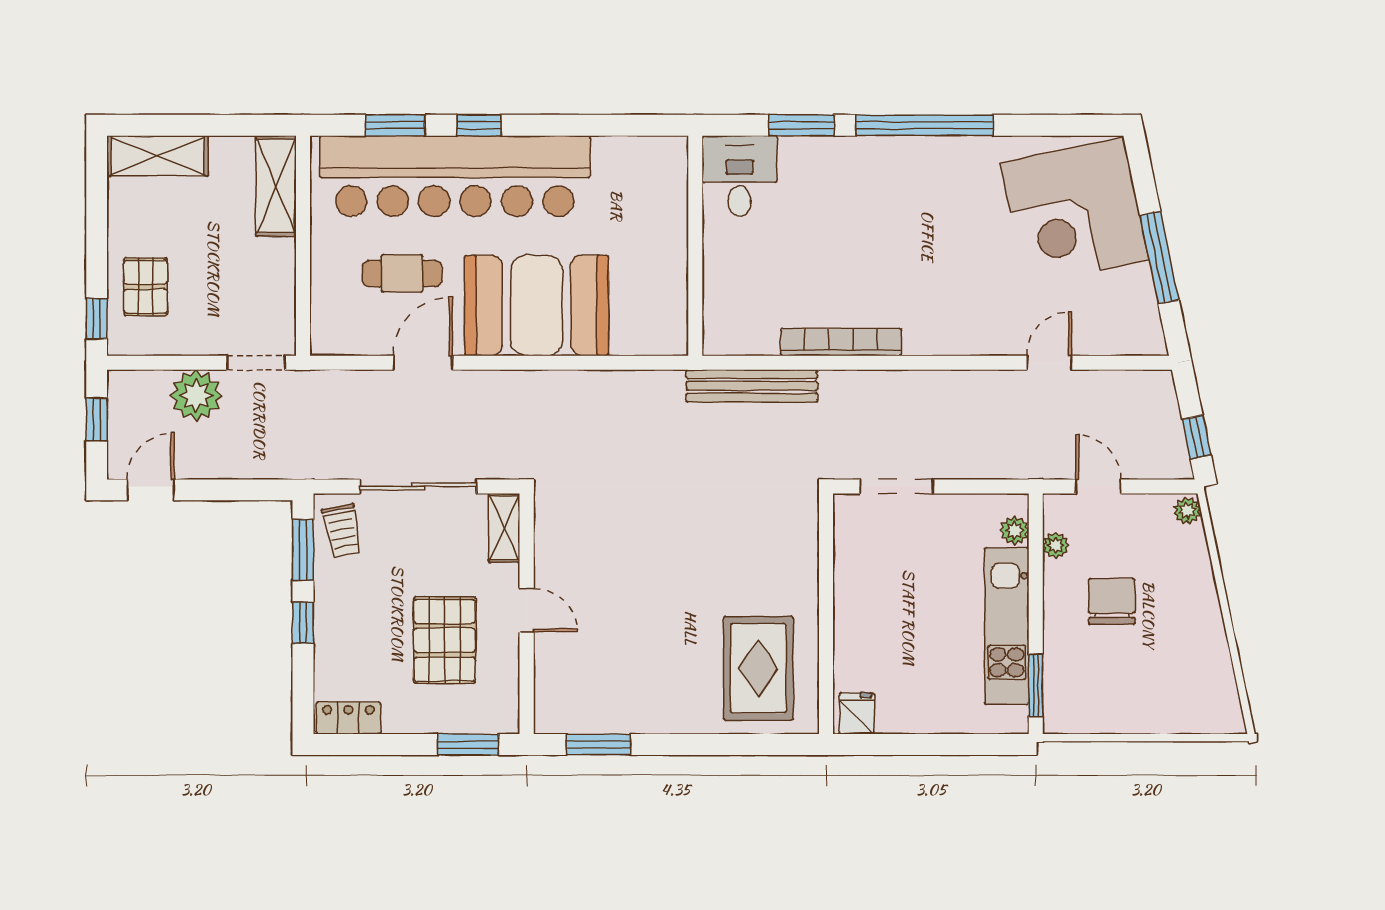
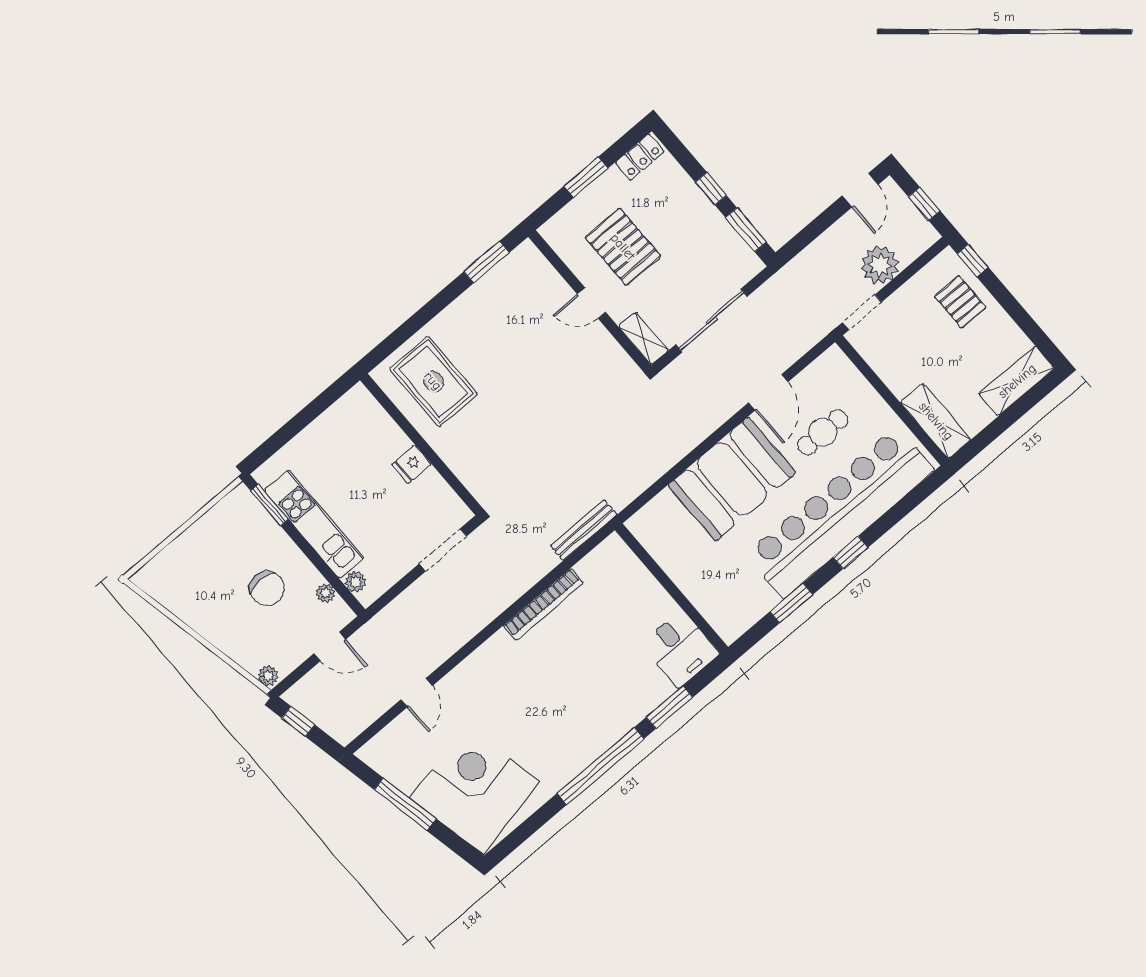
window: (395, 125) -> (791, 603), moved
bench: (752, 386) -> (584, 530), width x0.73, depth x0.82
trolley: (342, 530) -> (733, 259), removed
fridge: (857, 713) -> (412, 464), moved, turned 90
window: (468, 745) -> (586, 177), moved

